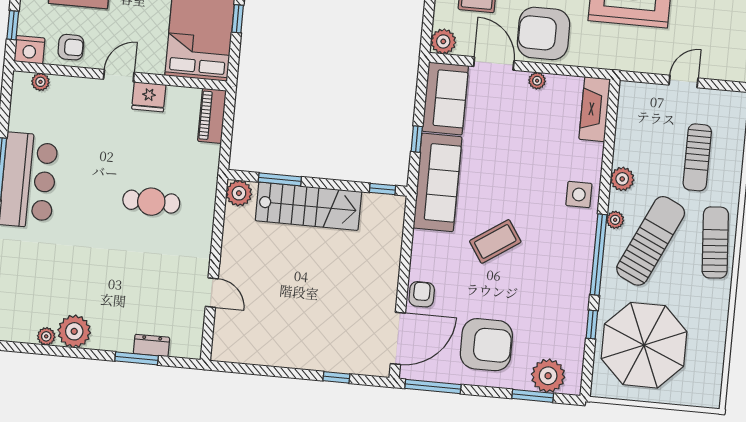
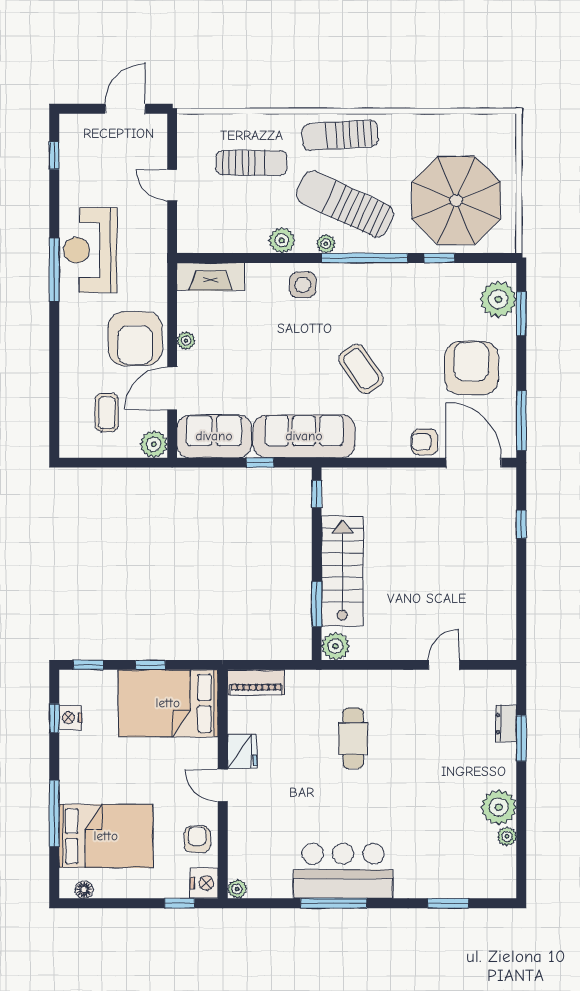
plant: (40, 82) -> (237, 889), moved

